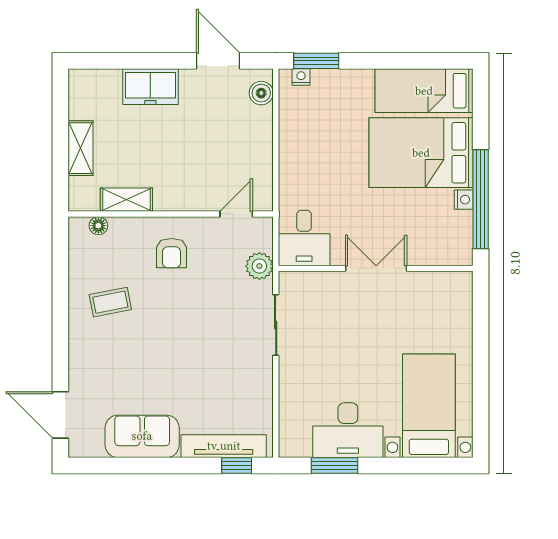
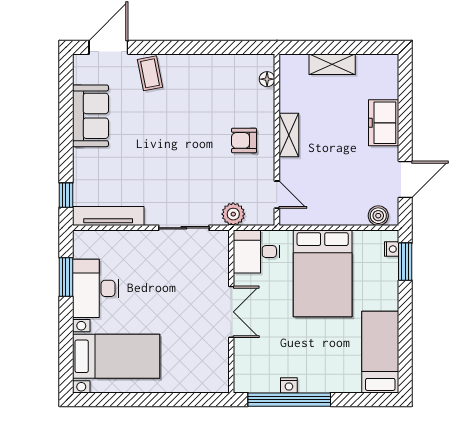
bed: (421, 153) -> (323, 273), moved, turned 180
shelving: (126, 200) -> (289, 135), moved
coffee table: (110, 302) -> (150, 73), moved
tv unit: (224, 446) -> (108, 216), moved, turned -90

